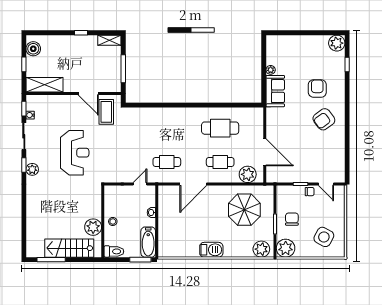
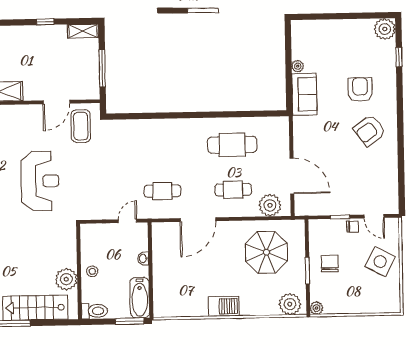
door: (88, 93) -> (56, 102), hinge flipped
side table: (324, 237) -> (380, 262), moved
plant: (286, 248) -> (316, 308), width x0.53, depth x0.53

